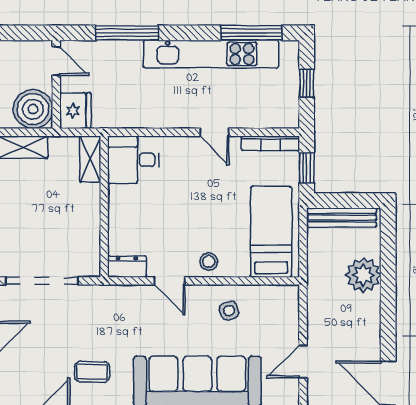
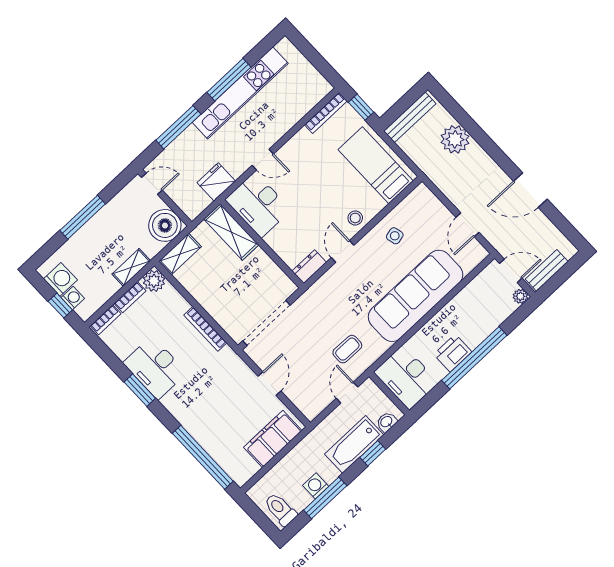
window: (251, 33) -> (229, 80), moved
window: (307, 83) -> (314, 57), removed
fridge: (75, 111) -> (216, 182), moved, turned -90
door: (215, 132) -> (263, 160), moved
shelving: (90, 159) -> (231, 232), width x1.50, depth x1.33
desk: (133, 160) -> (258, 205), width x1.37
door: (170, 281) -> (343, 251), swing flipped

